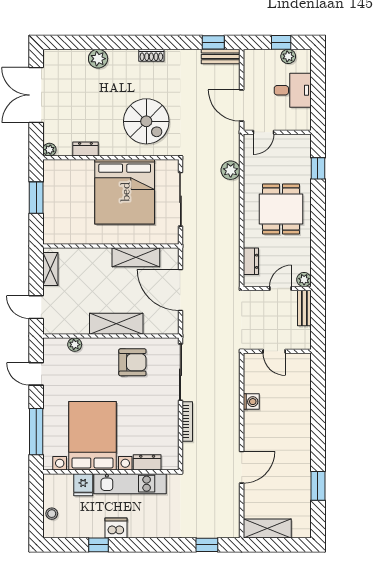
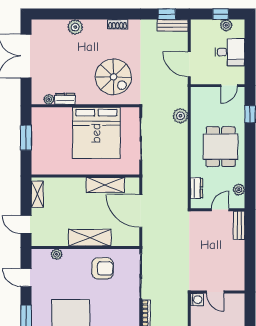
door: (264, 132) -> (229, 86), moved
plant: (49, 150) -> (49, 99), moved
plant: (304, 280) -> (239, 190), moved
door: (274, 351) -> (215, 292), moved
wall: (277, 351) -> (218, 292), moved

